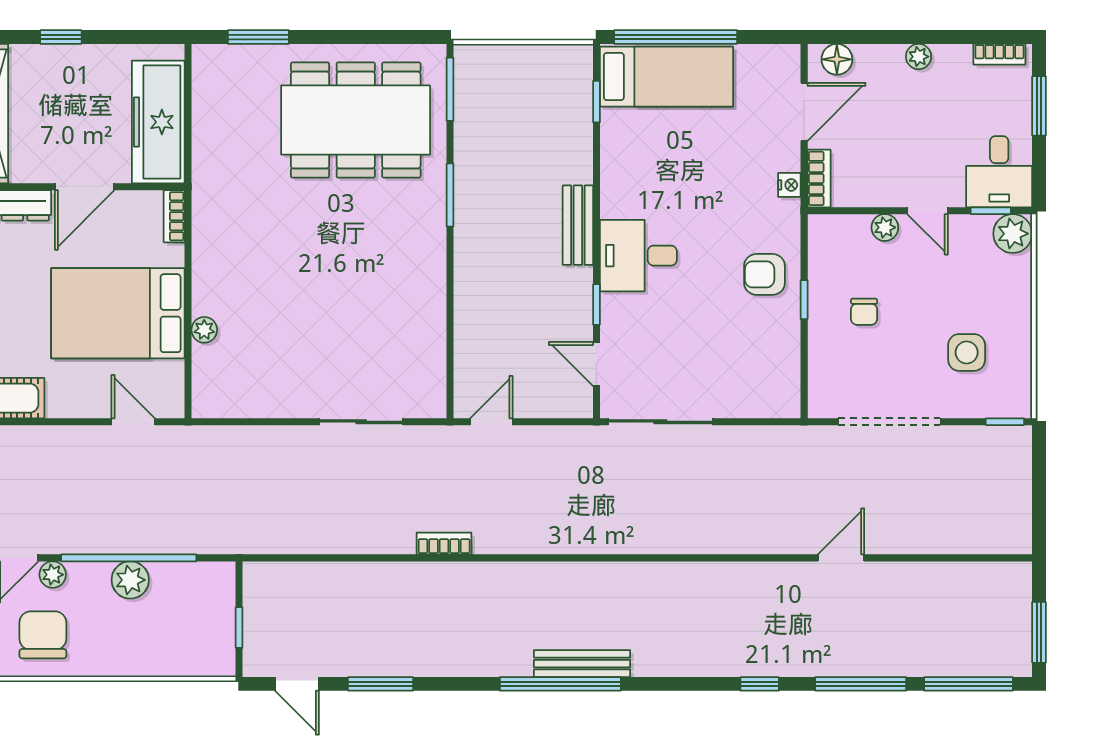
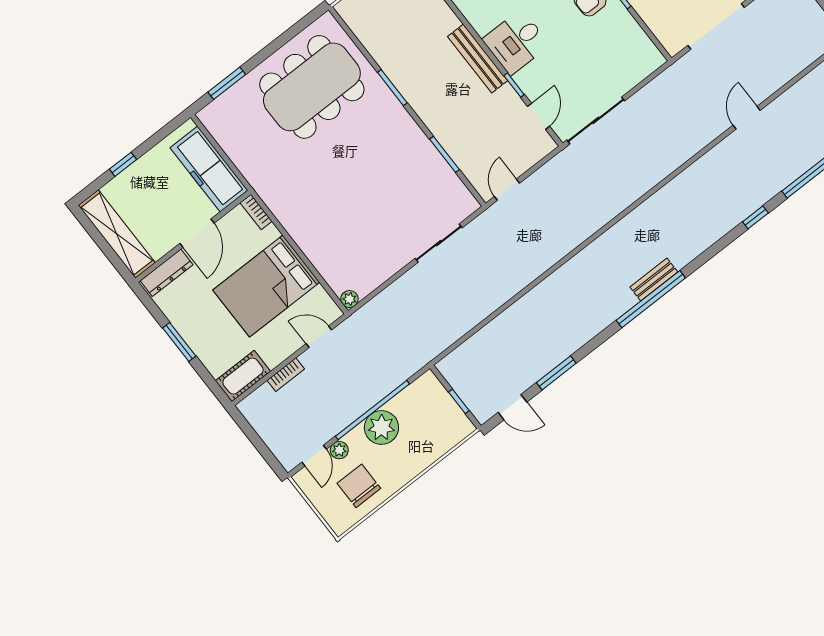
window: (450, 89) -> (445, 154), moved
bench: (578, 225) -> (478, 59), width x1.36
plant: (204, 330) -> (349, 299), moved
door: (596, 364) -> (539, 116), swing flipped
bookcase: (444, 543) -> (286, 375), moved, turned 180
plant: (130, 580) -> (381, 427), width x1.36, depth x1.36
bench: (582, 664) -> (654, 280), width x0.73

